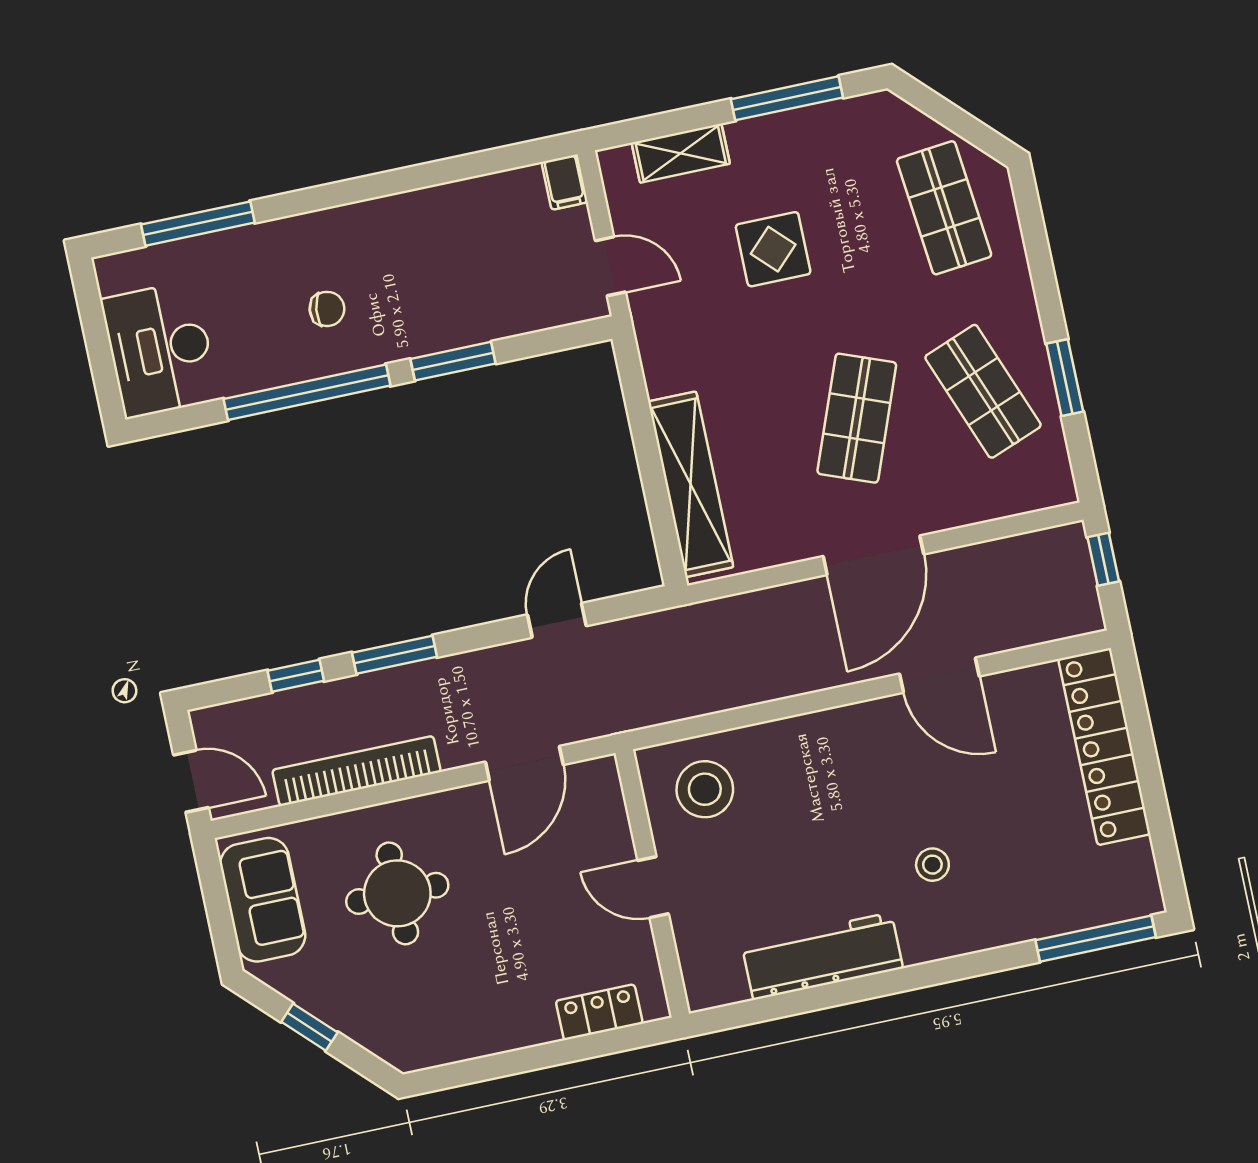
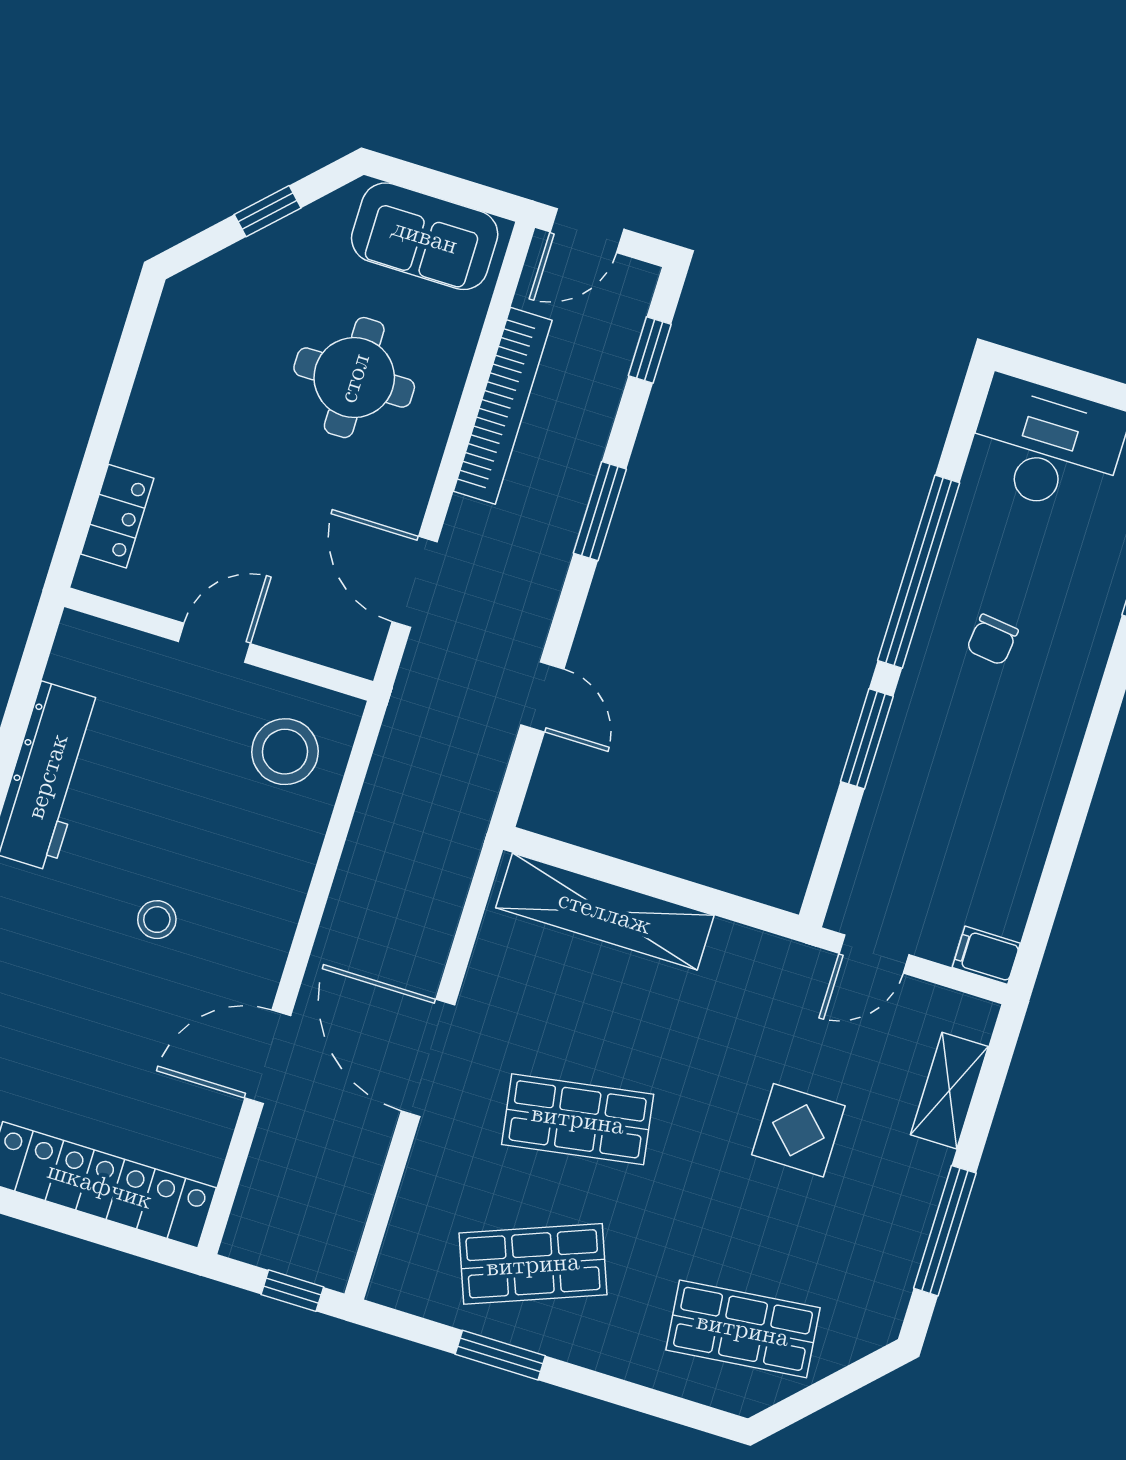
shop shelf: (857, 418) -> (578, 1119), turned -30
window: (296, 676) -> (650, 350), moved
stool: (932, 865) -> (157, 920), moved

